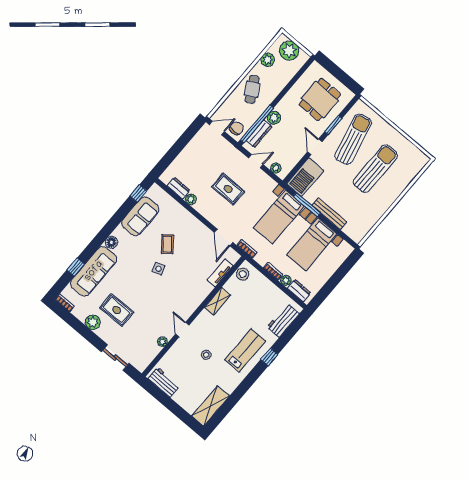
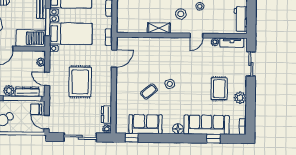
sliding door: (178, 147) -> (80, 137), added
rug: (228, 189) -> (80, 82), width x1.36, depth x1.43
plant: (191, 199) -> (107, 129), moved
tv unit: (220, 273) -> (232, 43), moved
stool: (243, 274) -> (181, 14), moved

